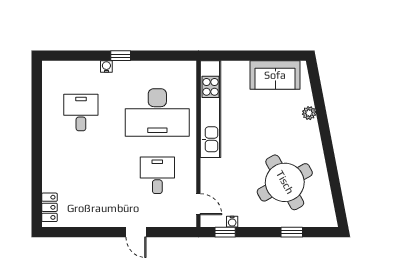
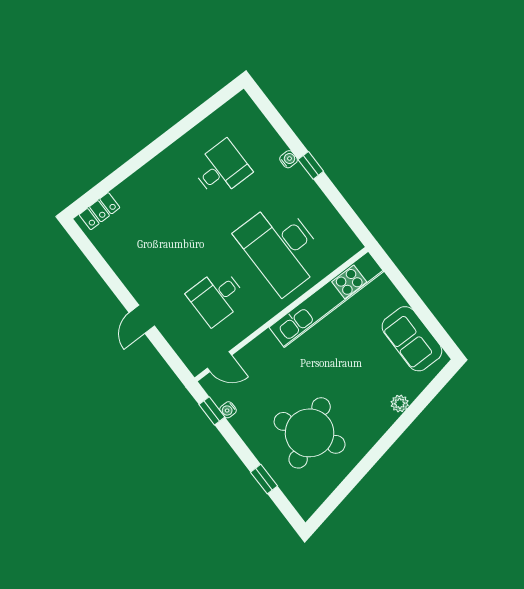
desk: (157, 175) -> (217, 297), turned 180
door: (198, 204) -> (219, 362), hinge flipped

